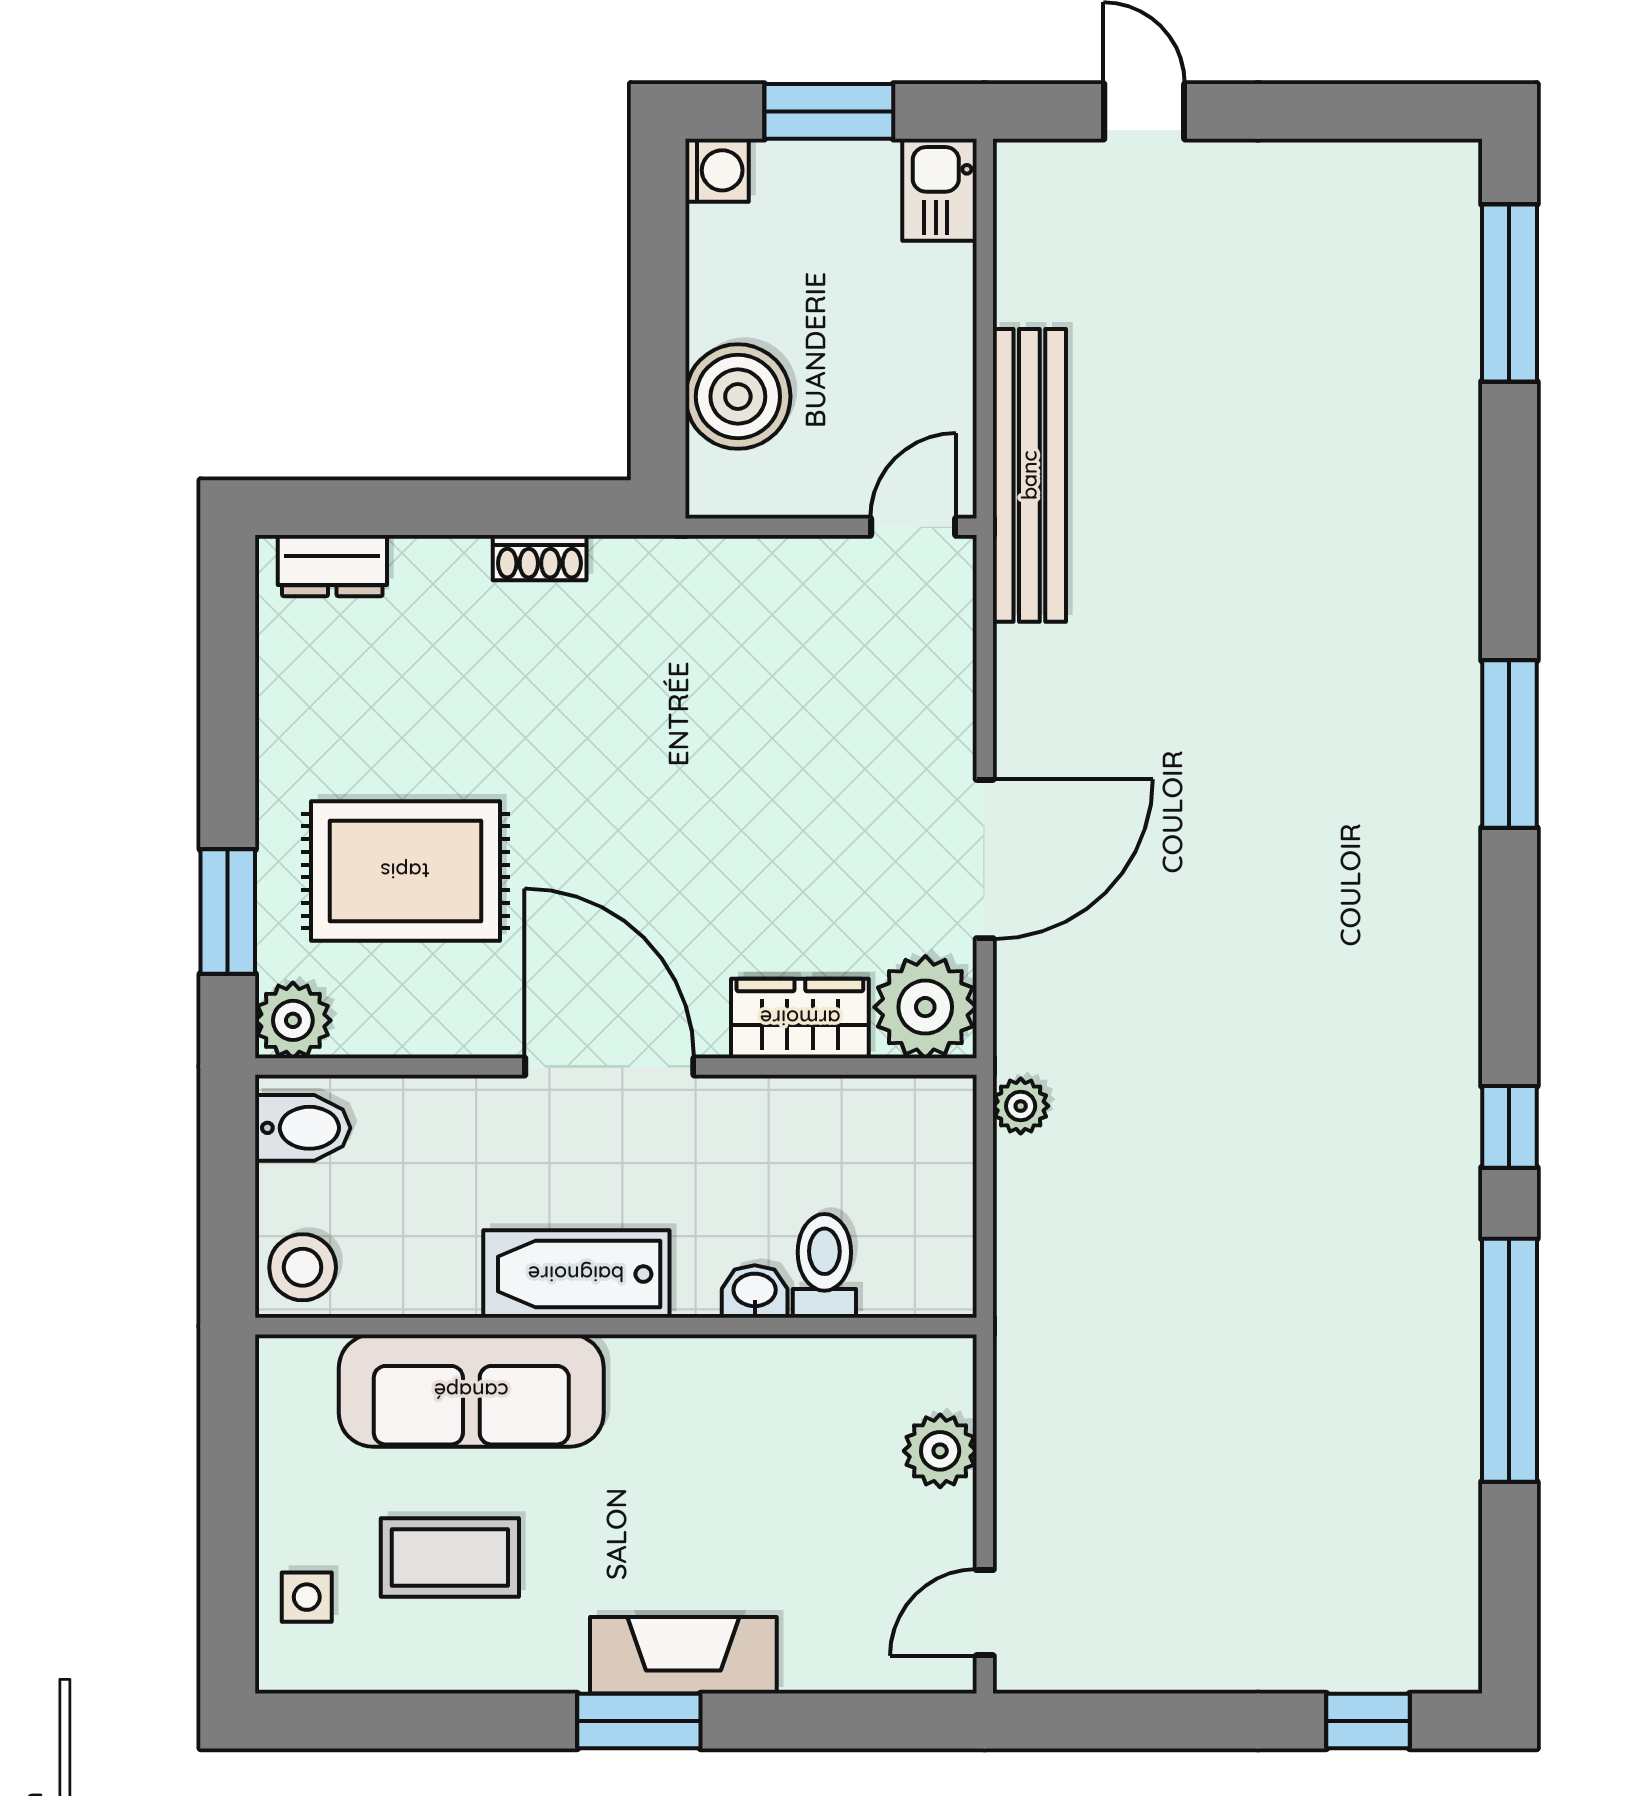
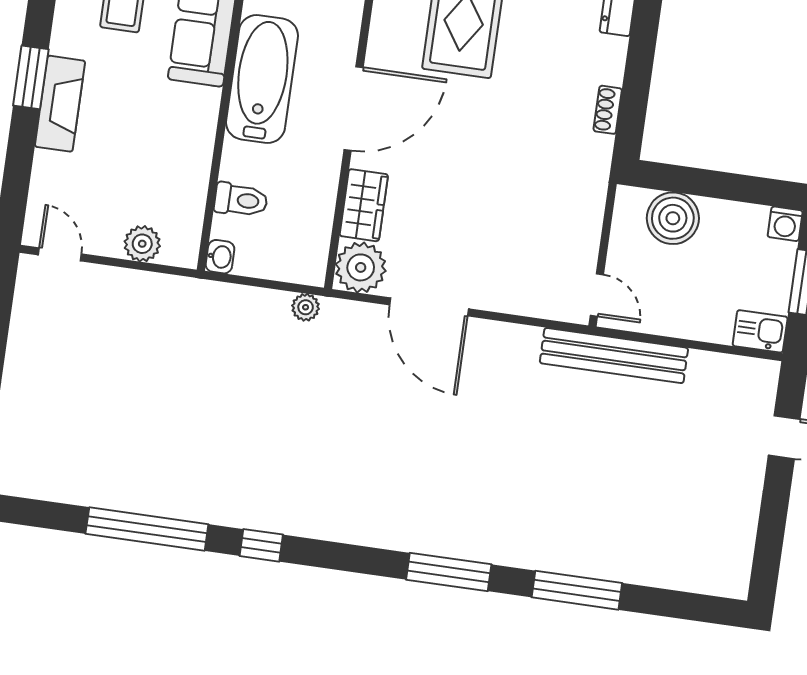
window: (1509, 293) -> (577, 590), moved
bathtub: (576, 1274) -> (262, 79), width x1.36, depth x1.36
washbasin: (755, 1291) -> (220, 257), moved

